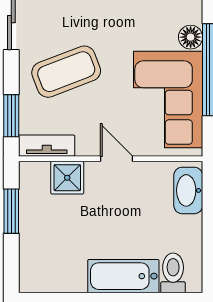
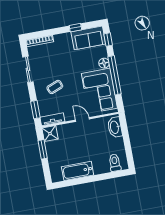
coffee table: (66, 72) -> (55, 87), width x0.54, depth x0.58
shower: (67, 178) -> (50, 134), moved
bathtub: (123, 276) -> (78, 171), moved

